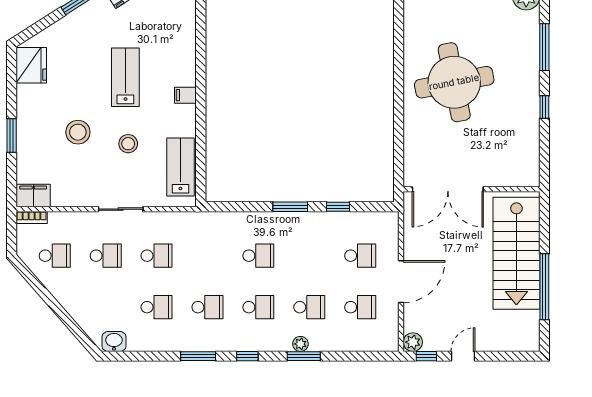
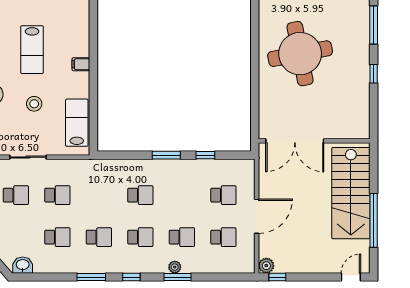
lab bench: (125, 77) -> (32, 50), turned 180
door: (463, 356) -> (351, 277), moved

